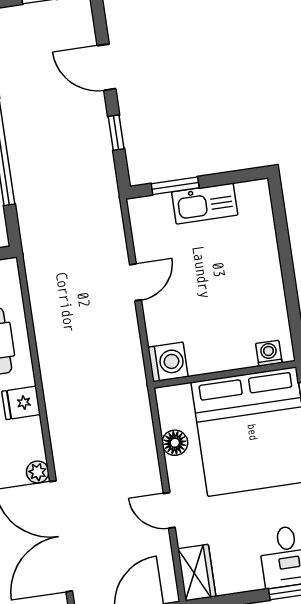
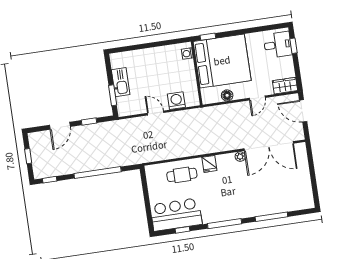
washing machine: (168, 362) -> (176, 101), moved

